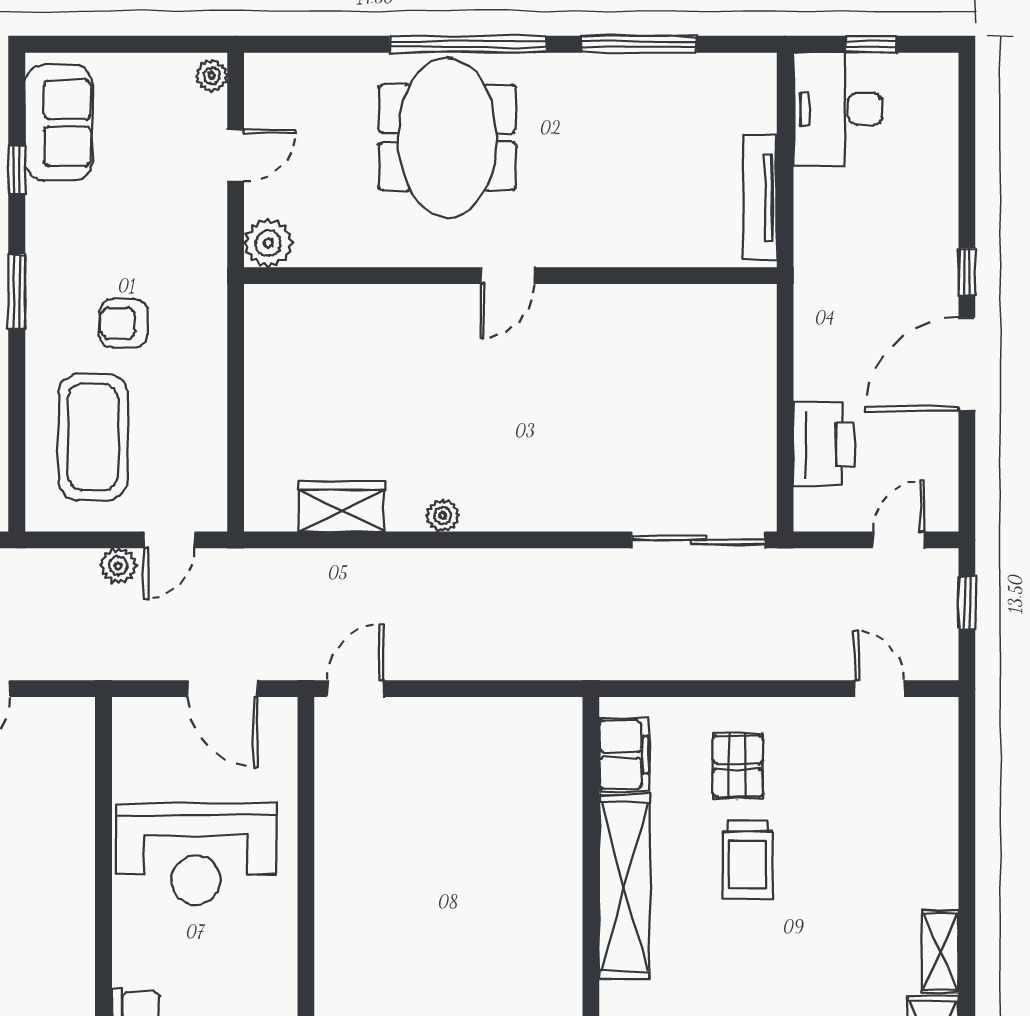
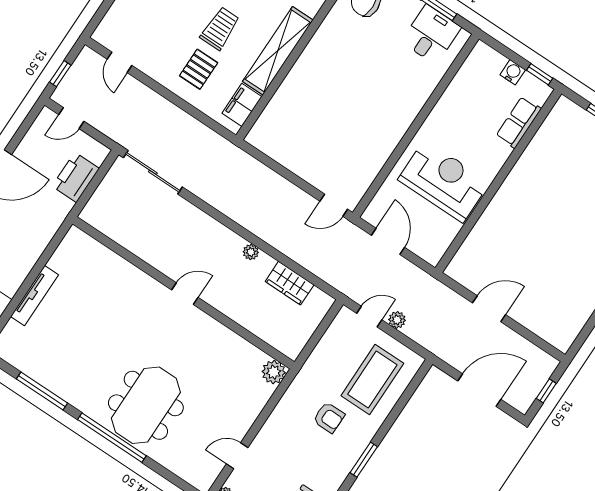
plant: (268, 243) -> (274, 372), moved
door: (507, 276) -> (185, 294), moved
wall: (510, 276) -> (184, 293), moved

